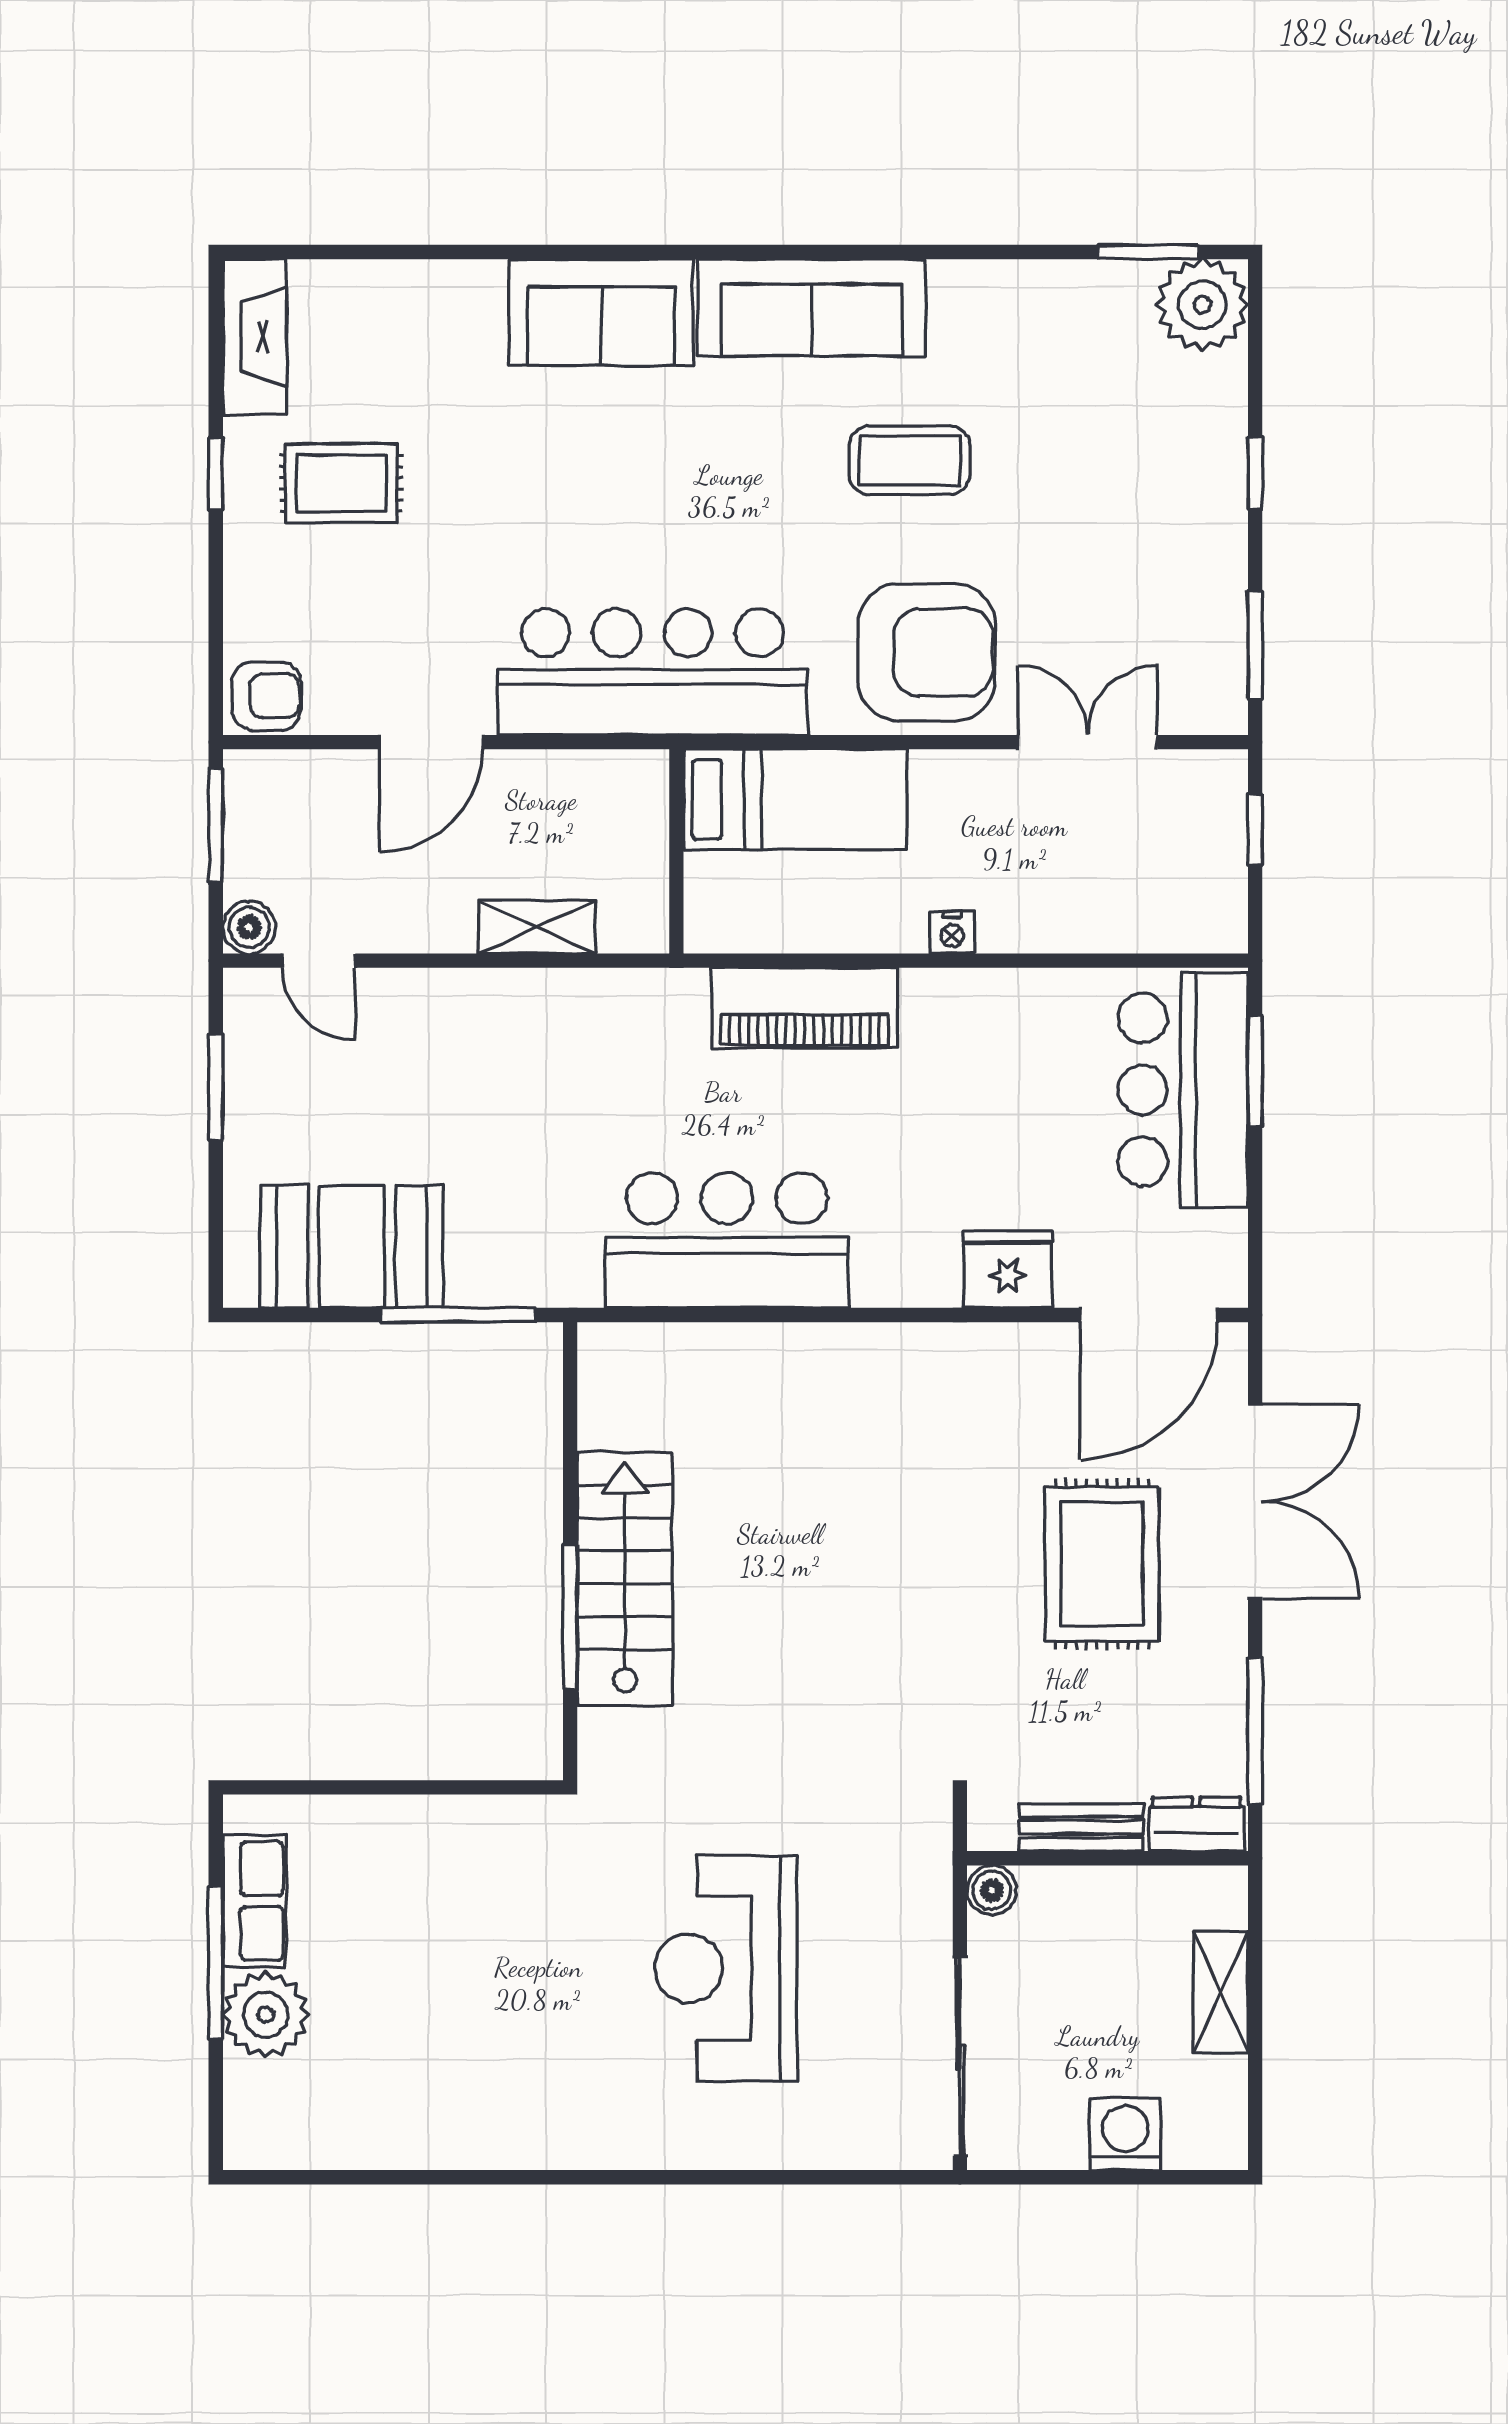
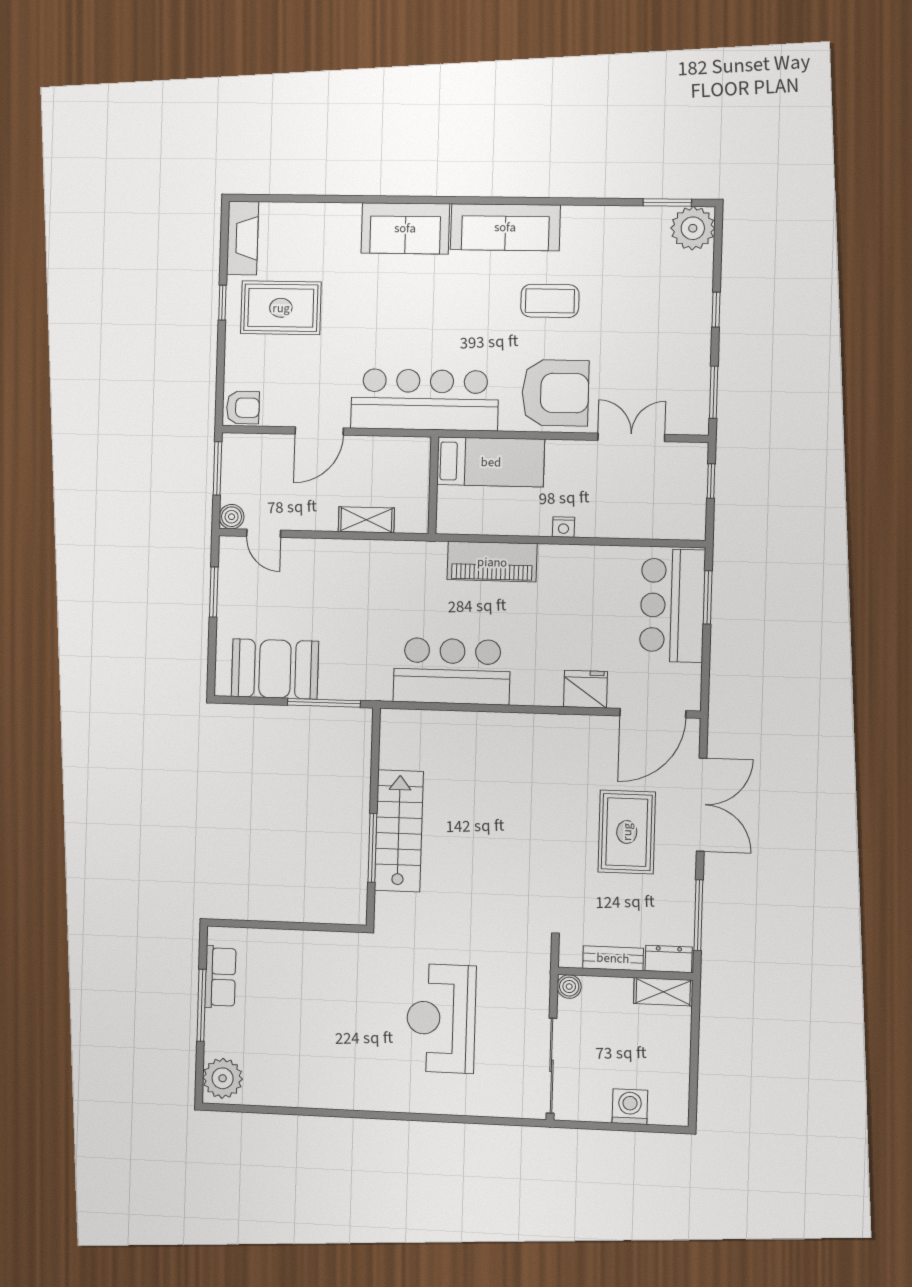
rug: (341, 483) -> (281, 308), width x1.36, depth x1.43
shelving: (1221, 1992) -> (663, 992), moved, turned 90
plant: (266, 2015) -> (223, 1078), moved

